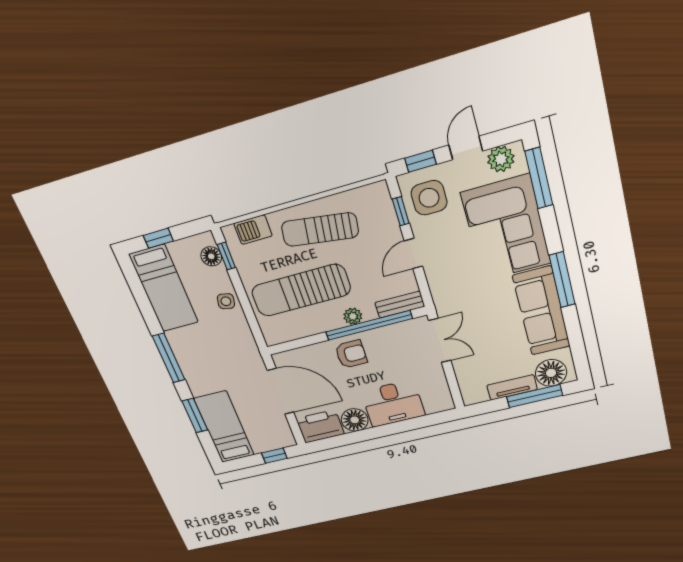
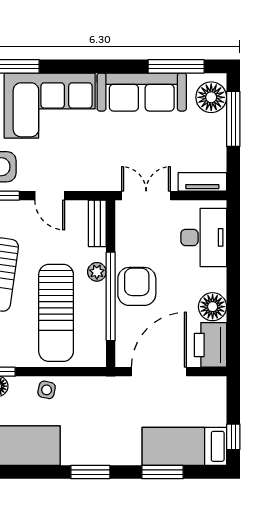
window: (562, 280) -> (176, 66), moved
window: (369, 325) -> (111, 296), moved
armchair: (351, 354) -> (137, 286), width x1.38, depth x1.38
window: (169, 358) -> (90, 472), width x0.69
tv unit: (512, 387) -> (202, 182), moved, turned 90
desk: (393, 403) -> (204, 237), moved
window: (274, 456) -> (233, 437), moved

